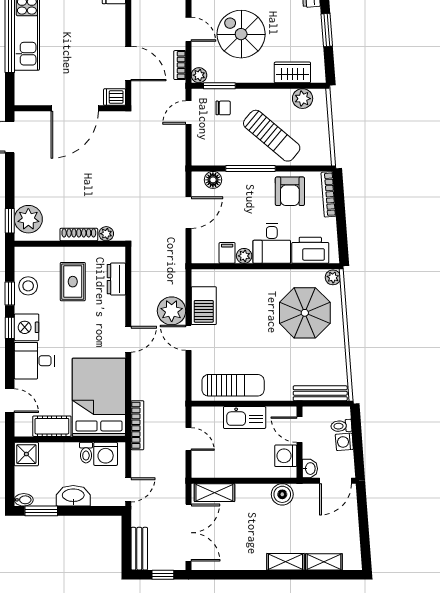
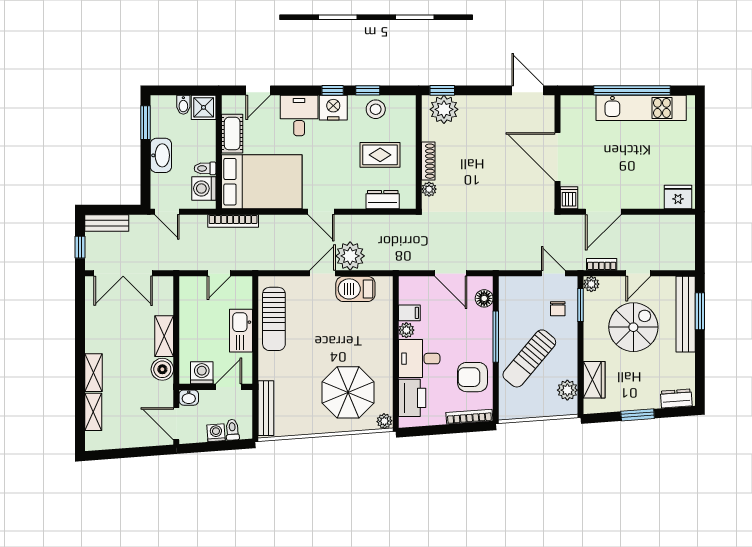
shelving: (214, 493) -> (164, 336), moved
bidet: (24, 500) -> (183, 105), moved

